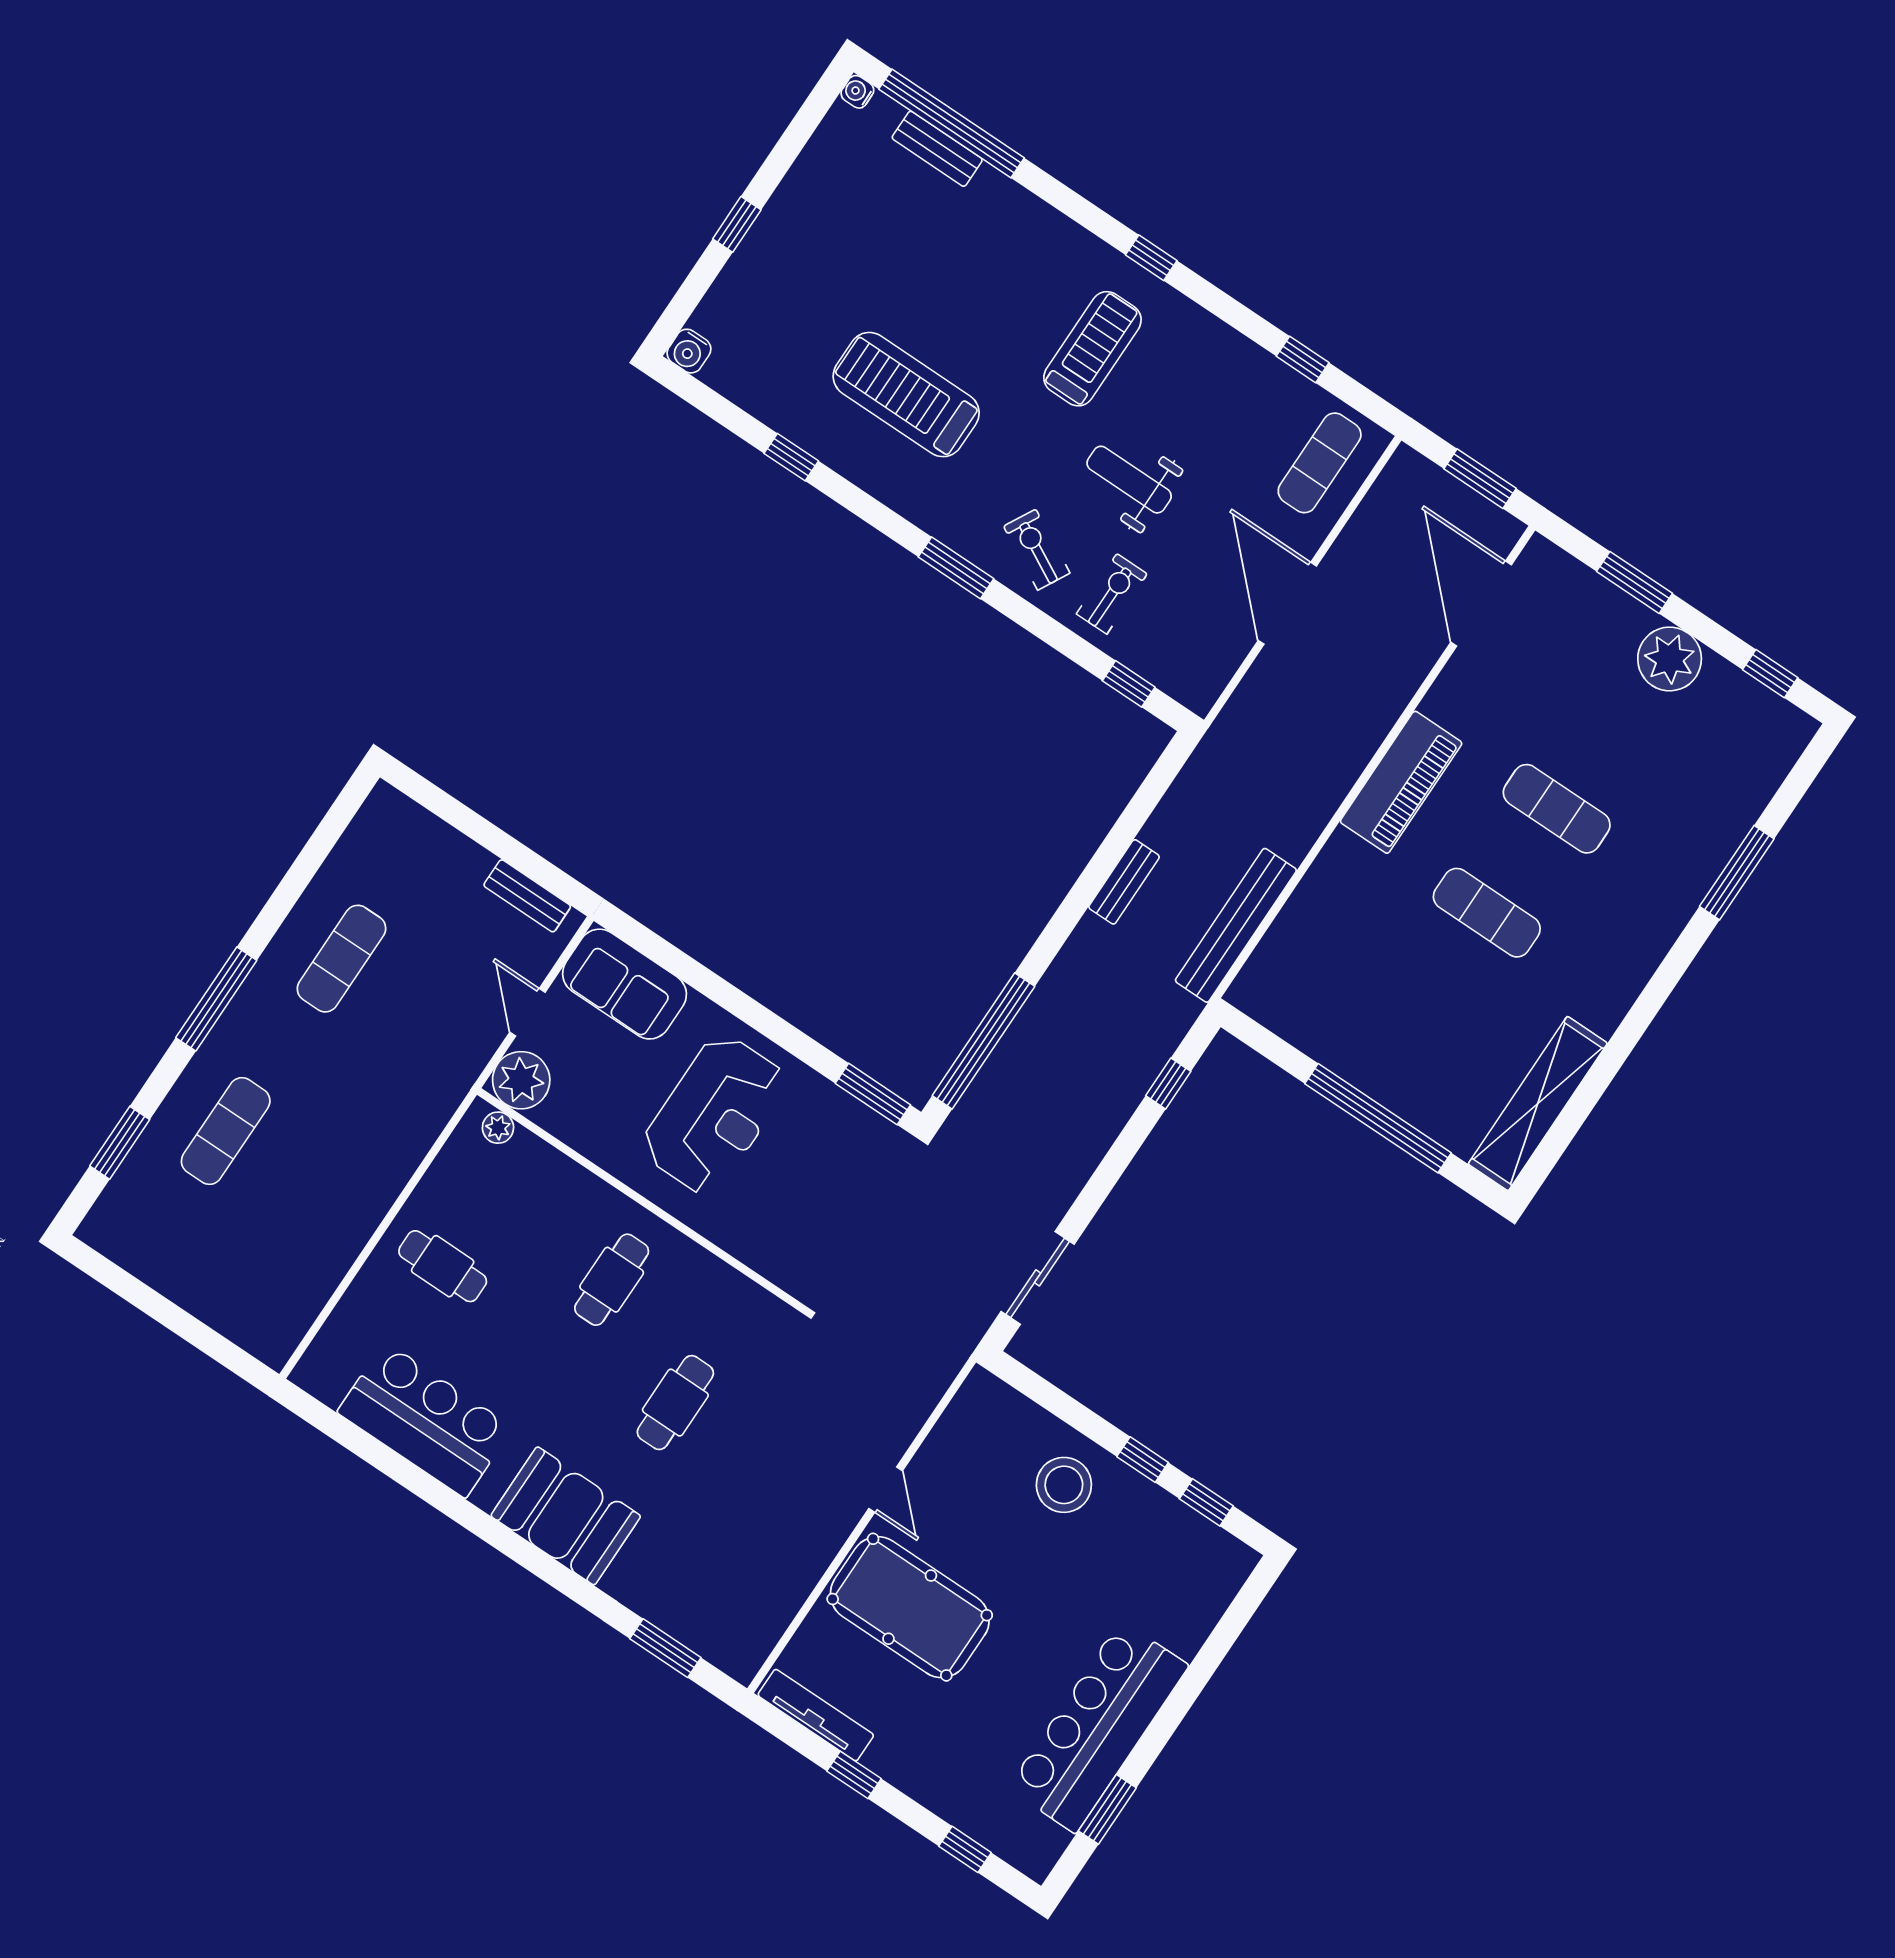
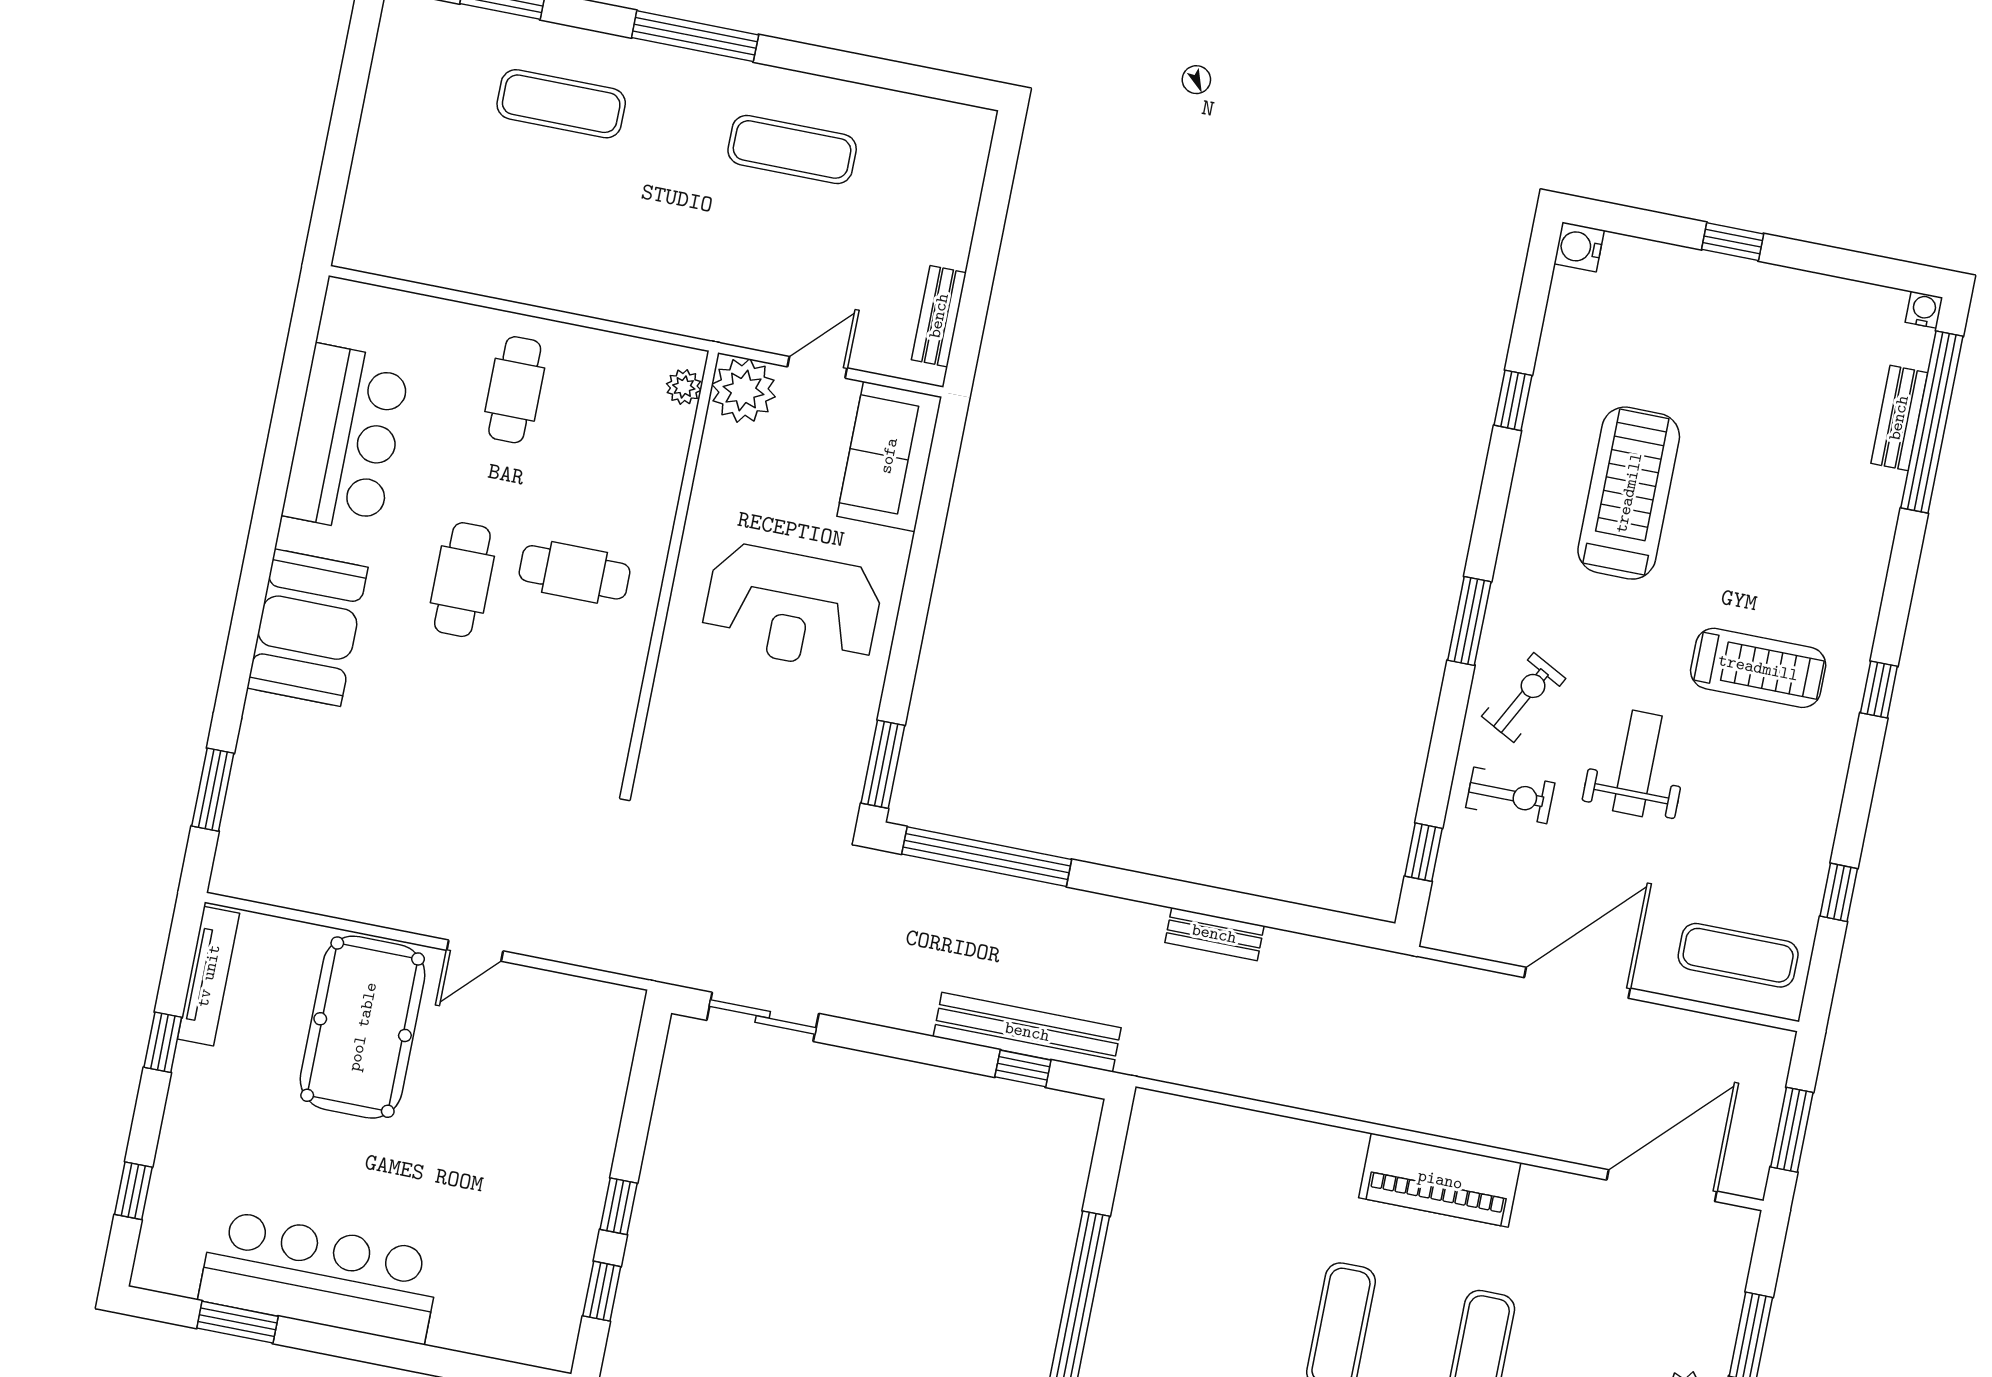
bench: (1236, 925) -> (1027, 1032), moved
cafe table: (675, 1403) -> (462, 580), moved, turned 90
stool: (1064, 1485) -> (558, 1135), removed

